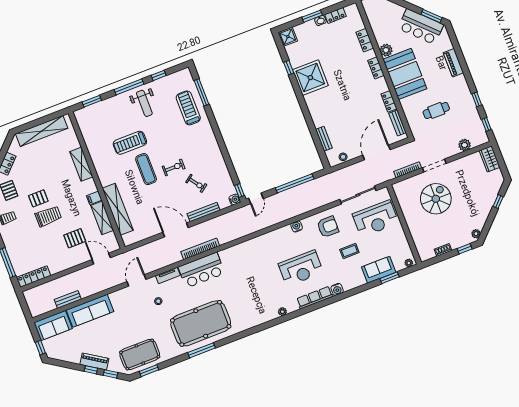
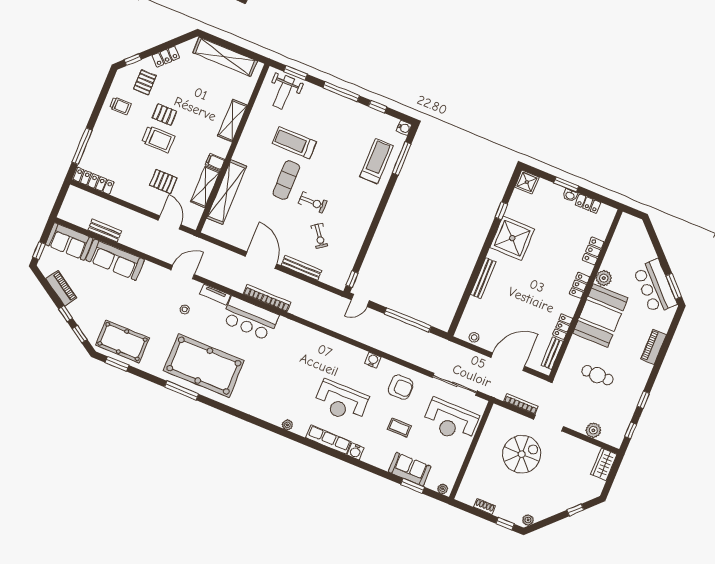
weight bench: (144, 103) -> (284, 92), moved
bench: (324, 139) -> (483, 278), moved, width x1.36
water cooler: (235, 200) -> (404, 128), moved
piano: (94, 362) -> (61, 288), moved

